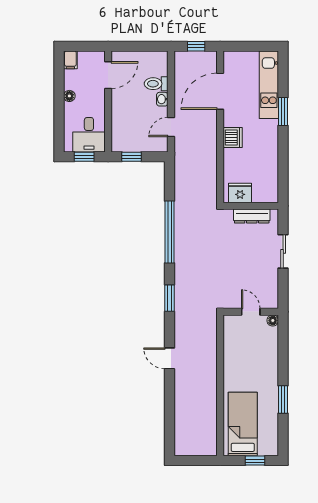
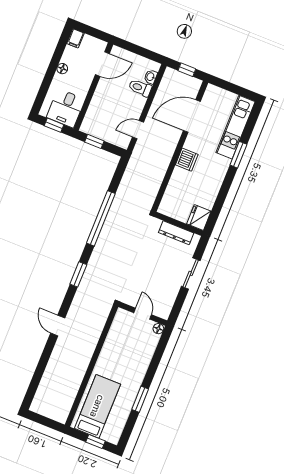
washbasin: (162, 99) -> (151, 77), moved
fridge: (240, 193) -> (199, 218), moved, turned -90

